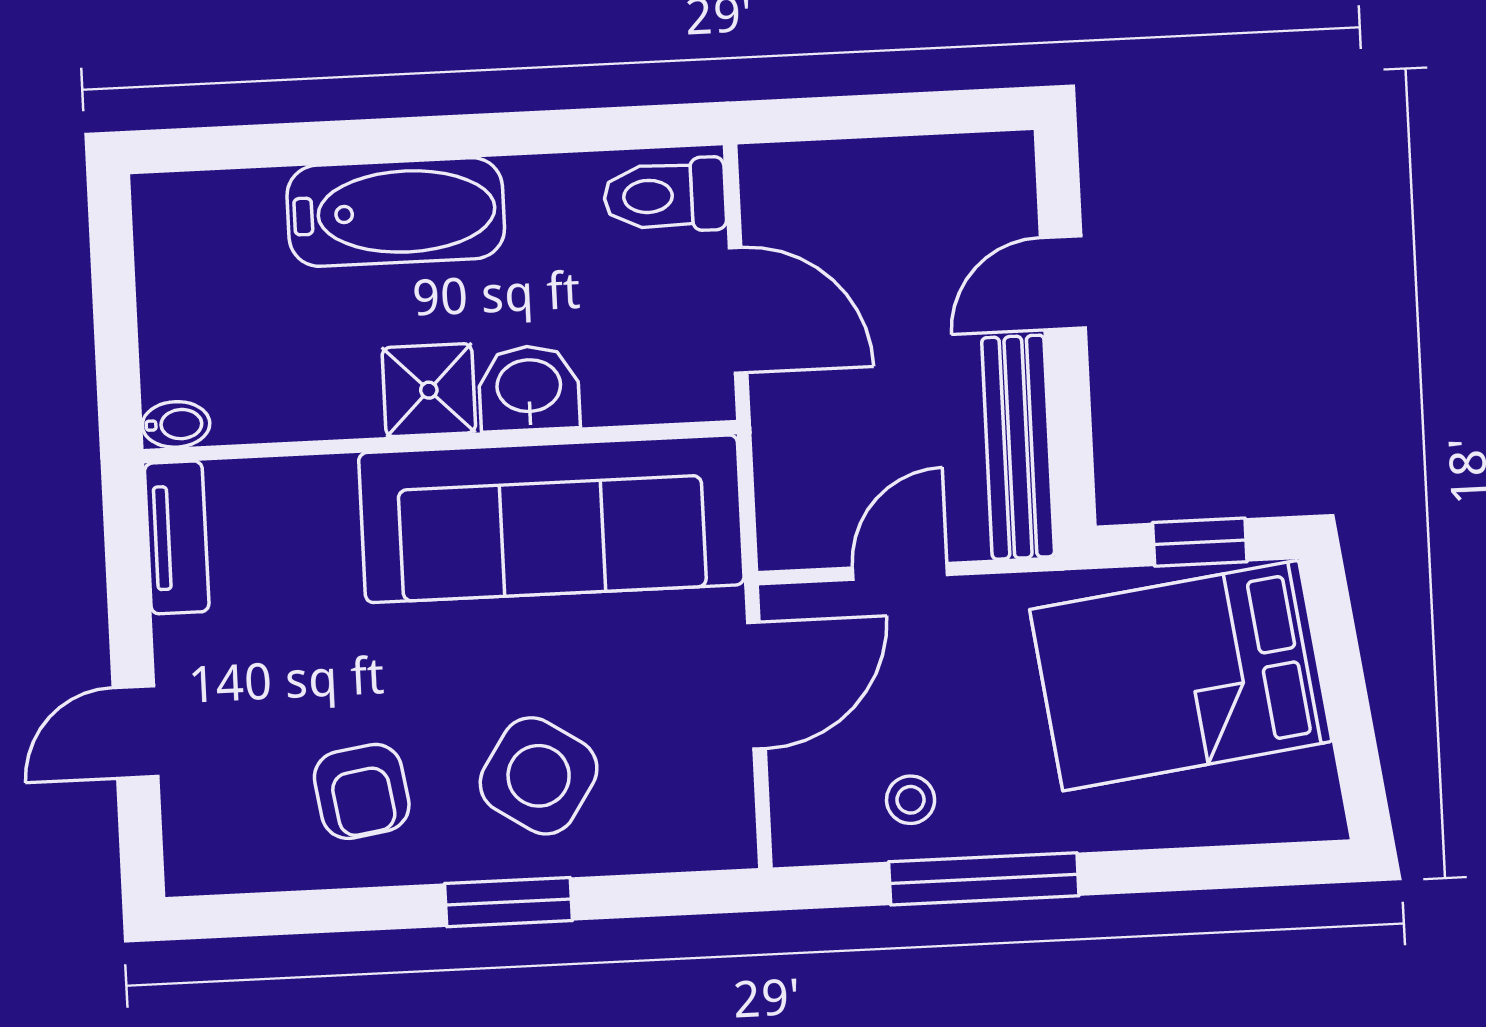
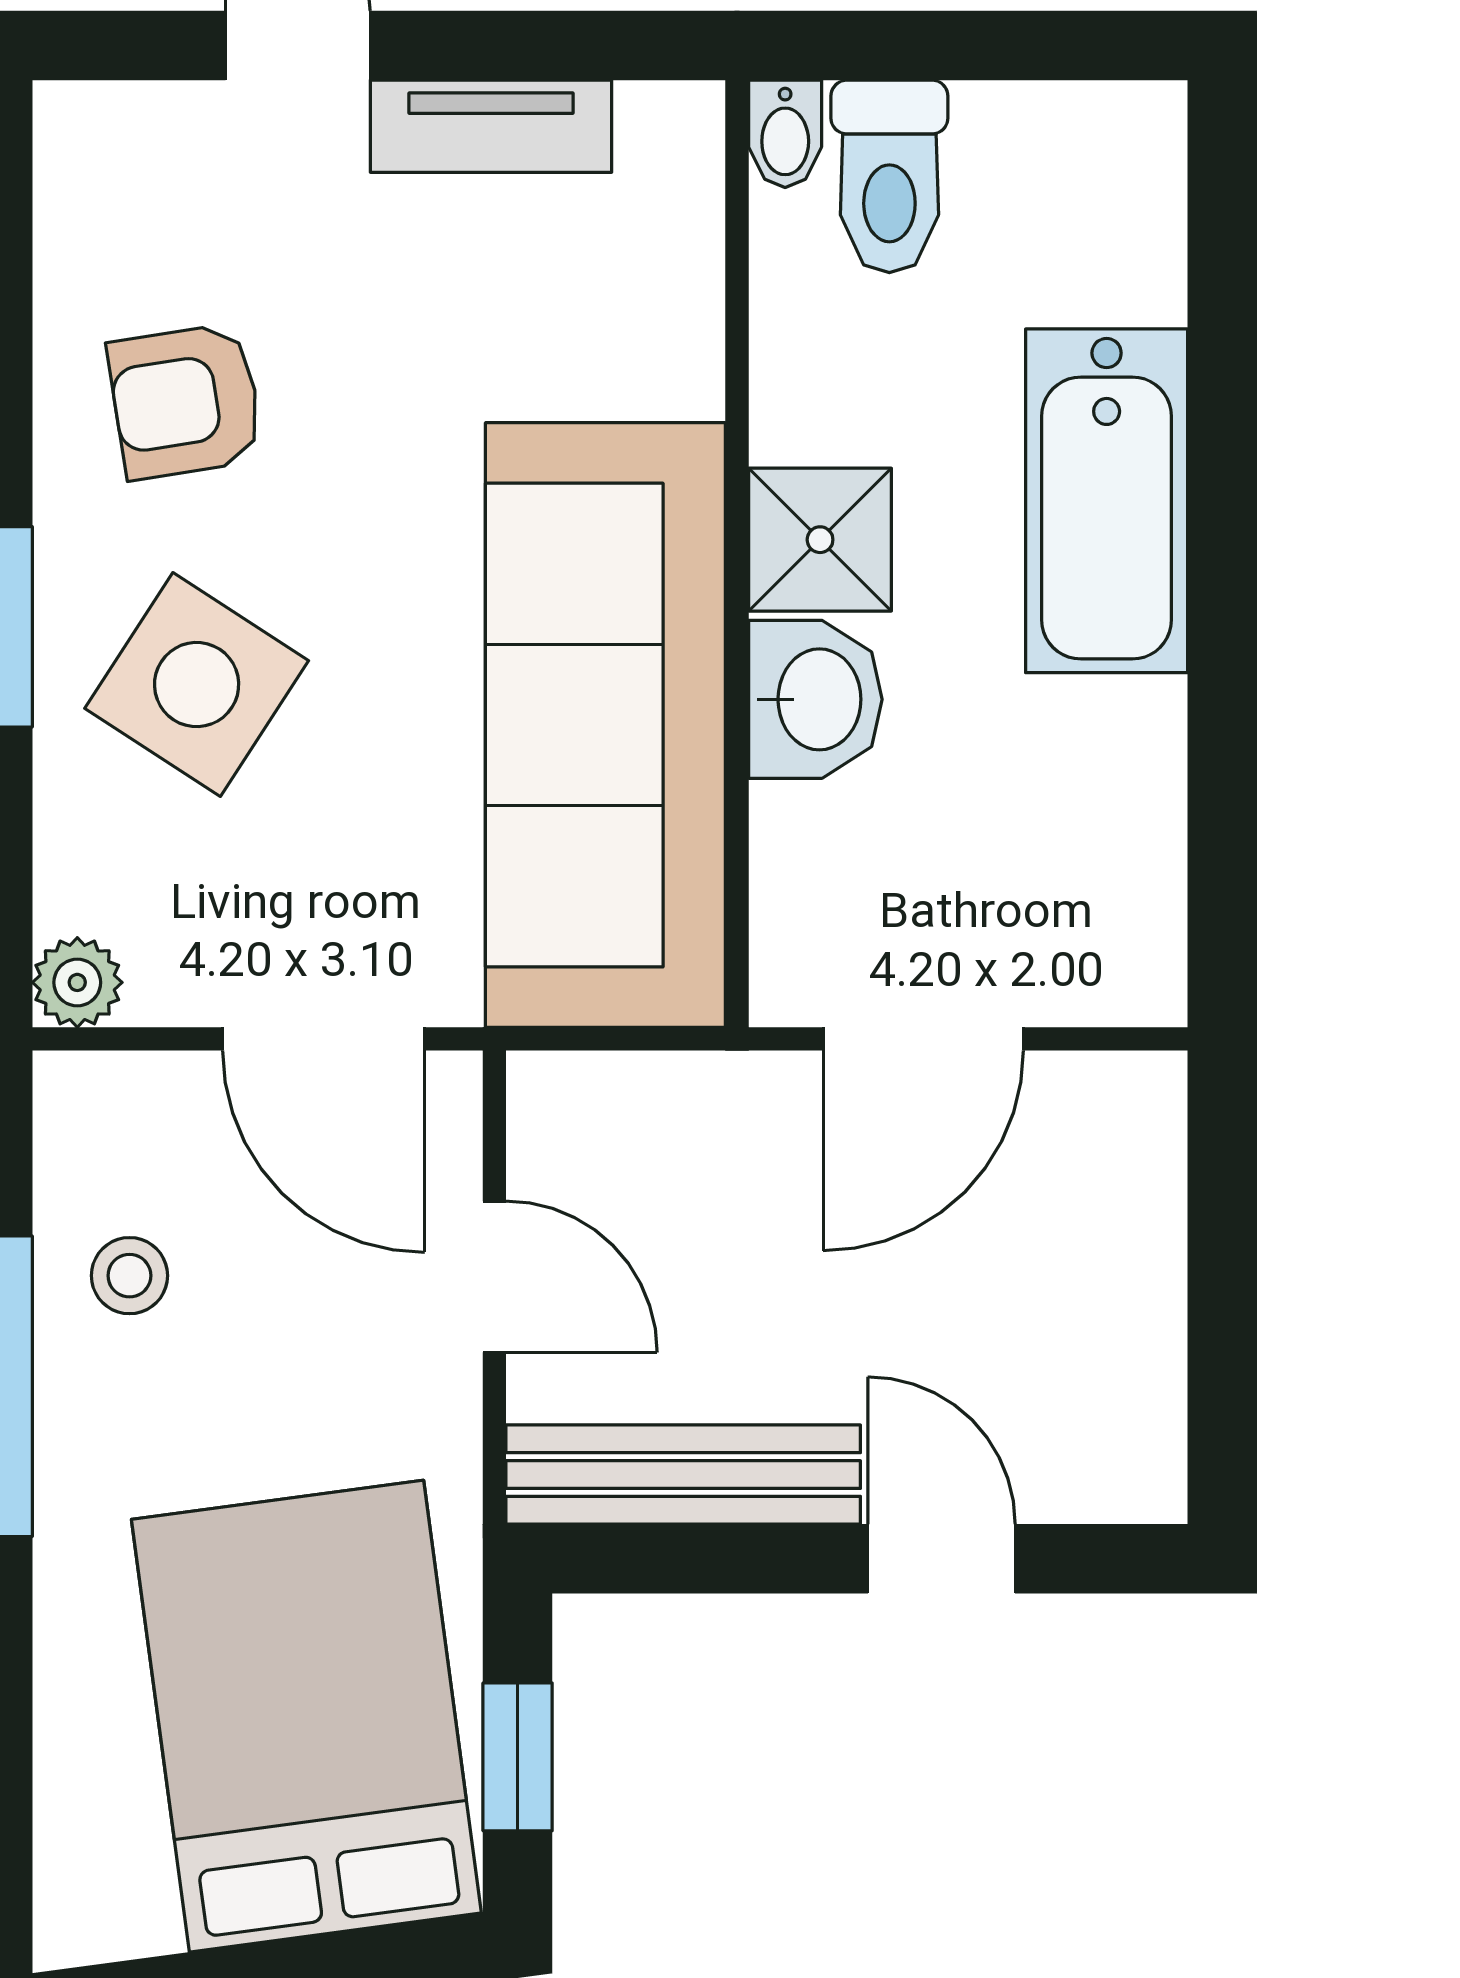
toilet: (665, 196) -> (889, 176), moved, turned 180
tv unit: (177, 537) -> (491, 126), moved
plant: (729, 841) -> (77, 982), added

